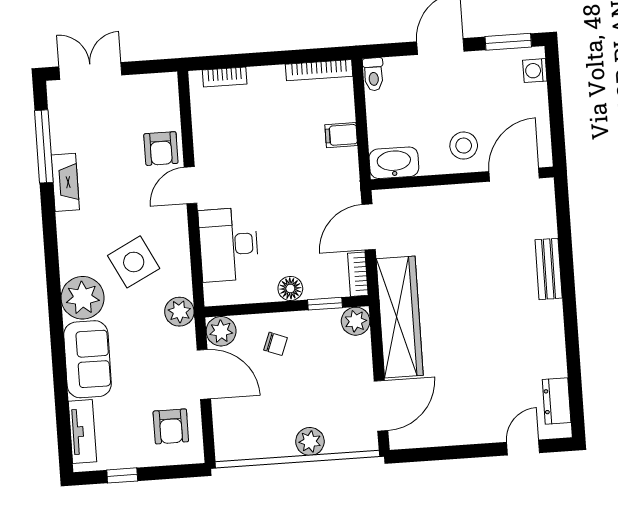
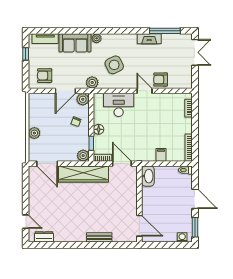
stool: (464, 146) -> (153, 206), removed
plant: (83, 298) -> (97, 38), width x0.53, depth x0.53

